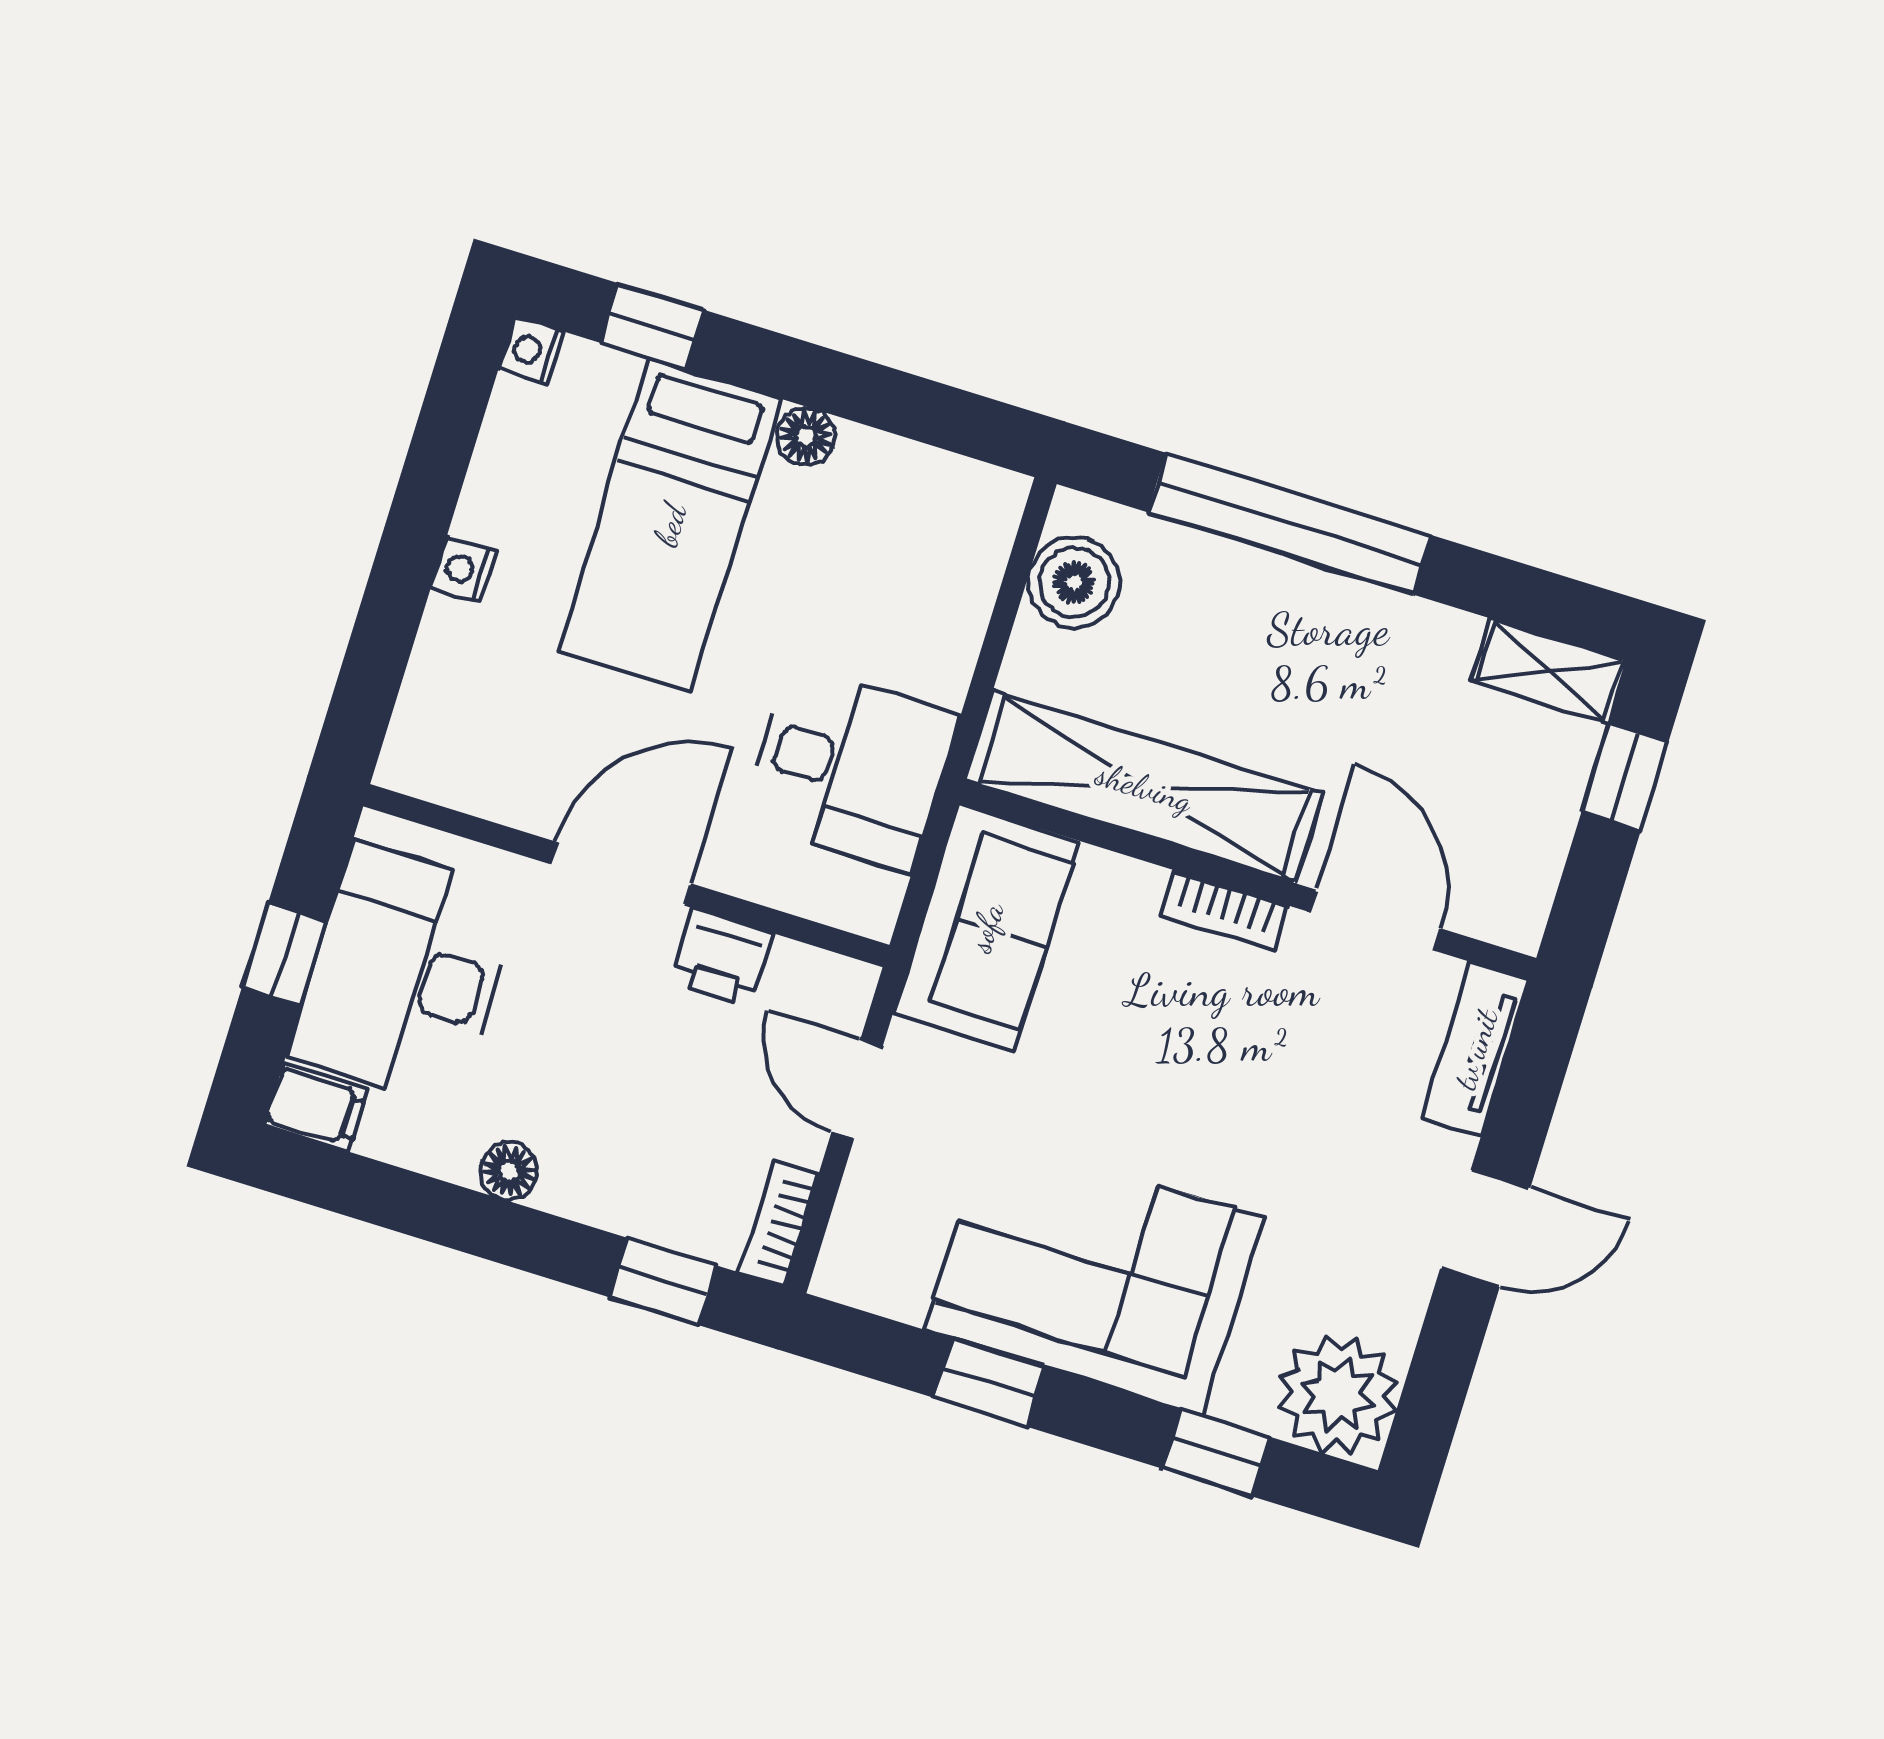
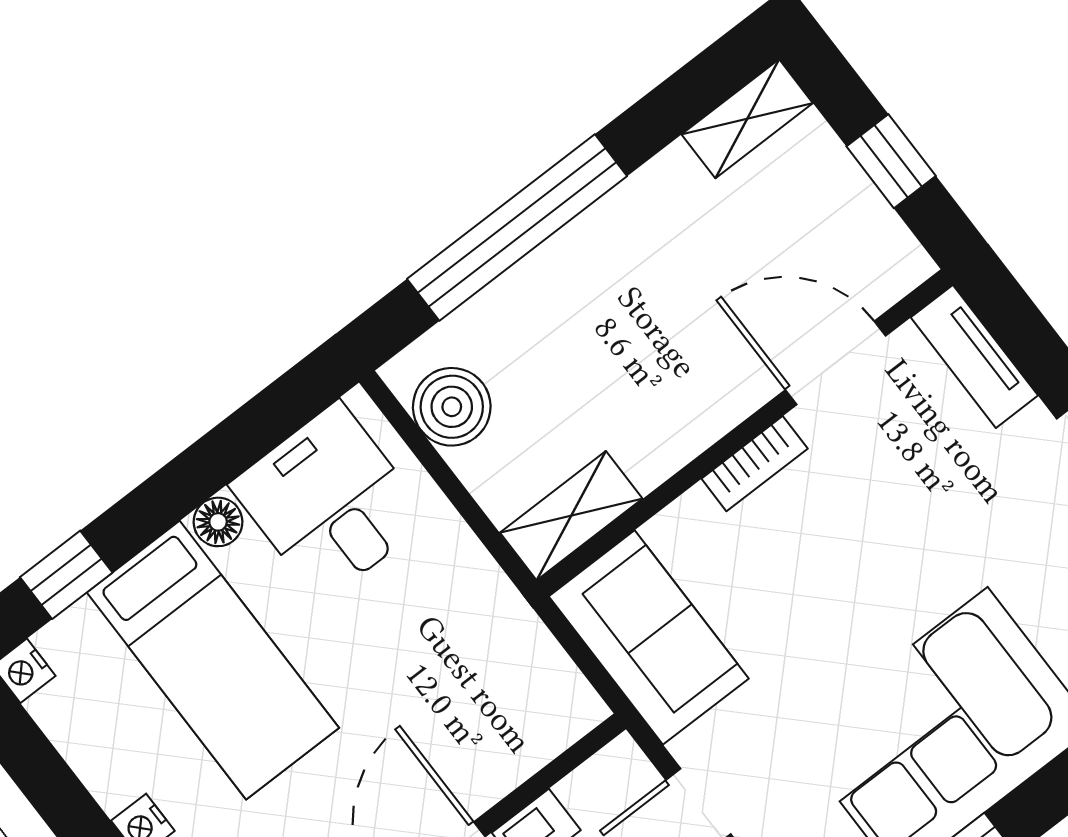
desk: (850, 768) -> (330, 502), moved, turned -90
window: (1625, 777) -> (891, 161), moved
shelving: (1144, 787) -> (571, 516), width x0.45, depth x0.75

